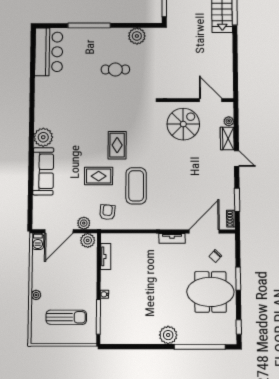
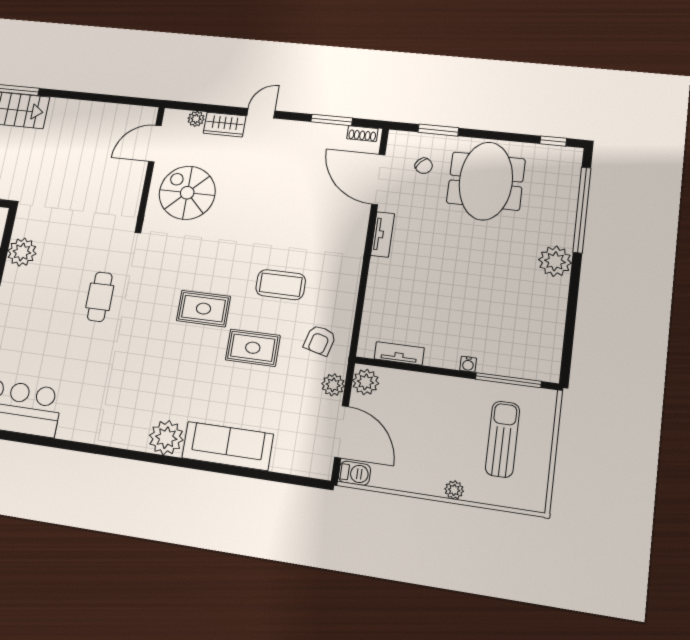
cafe table: (115, 69) -> (100, 297), moved
rug: (99, 176) -> (253, 348), turned 90
coffee table: (136, 186) -> (281, 285), width x0.73, depth x0.76
armchair: (107, 212) -> (320, 340), turned -80
window: (238, 279) -> (438, 130), moved

